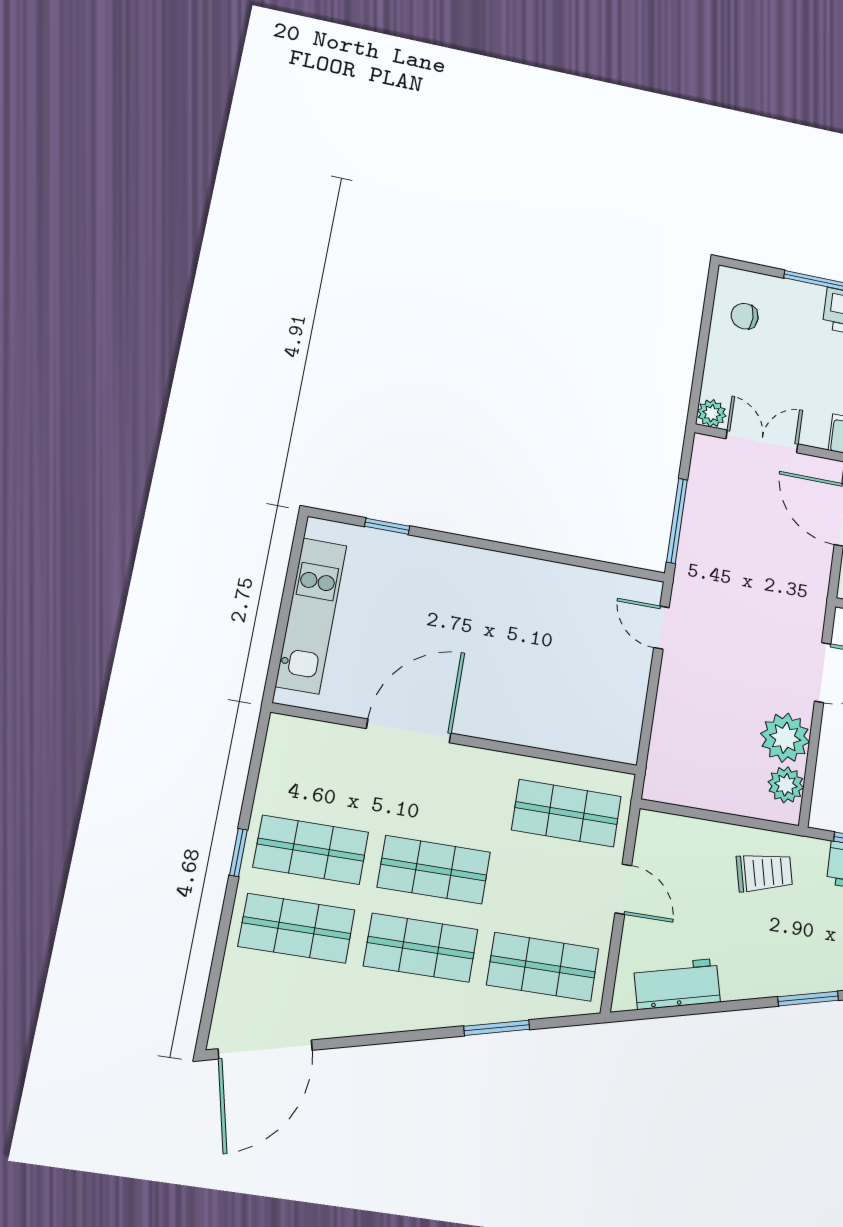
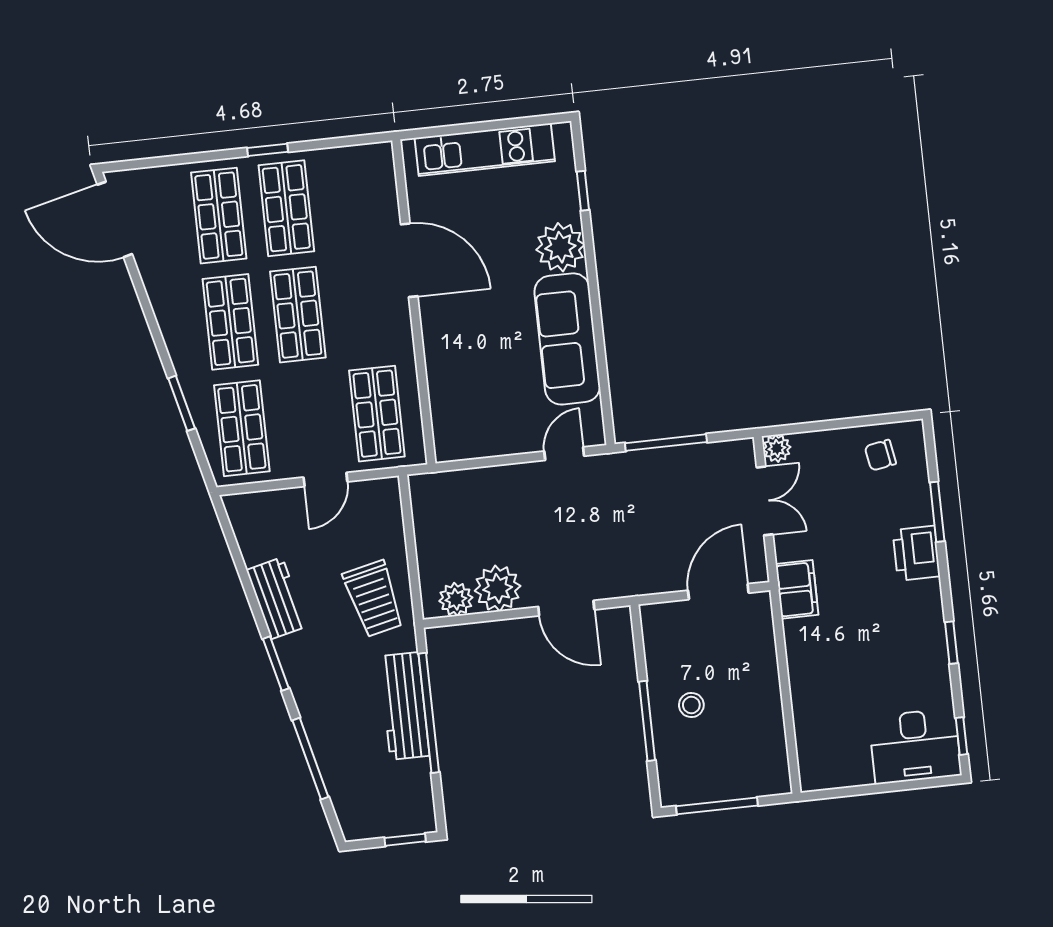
chair: (745, 316) -> (880, 455), turned -100
plant: (441, 567) -> (560, 247), added
sofa: (541, 589) -> (567, 339), added
trolley: (764, 872) -> (374, 599), width x1.36, depth x1.39
workbench: (677, 984) -> (277, 598), moved

